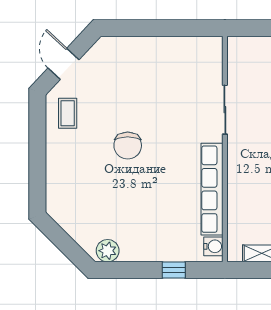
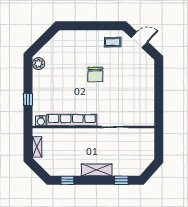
chair: (128, 146) -> (95, 74), turned -90

